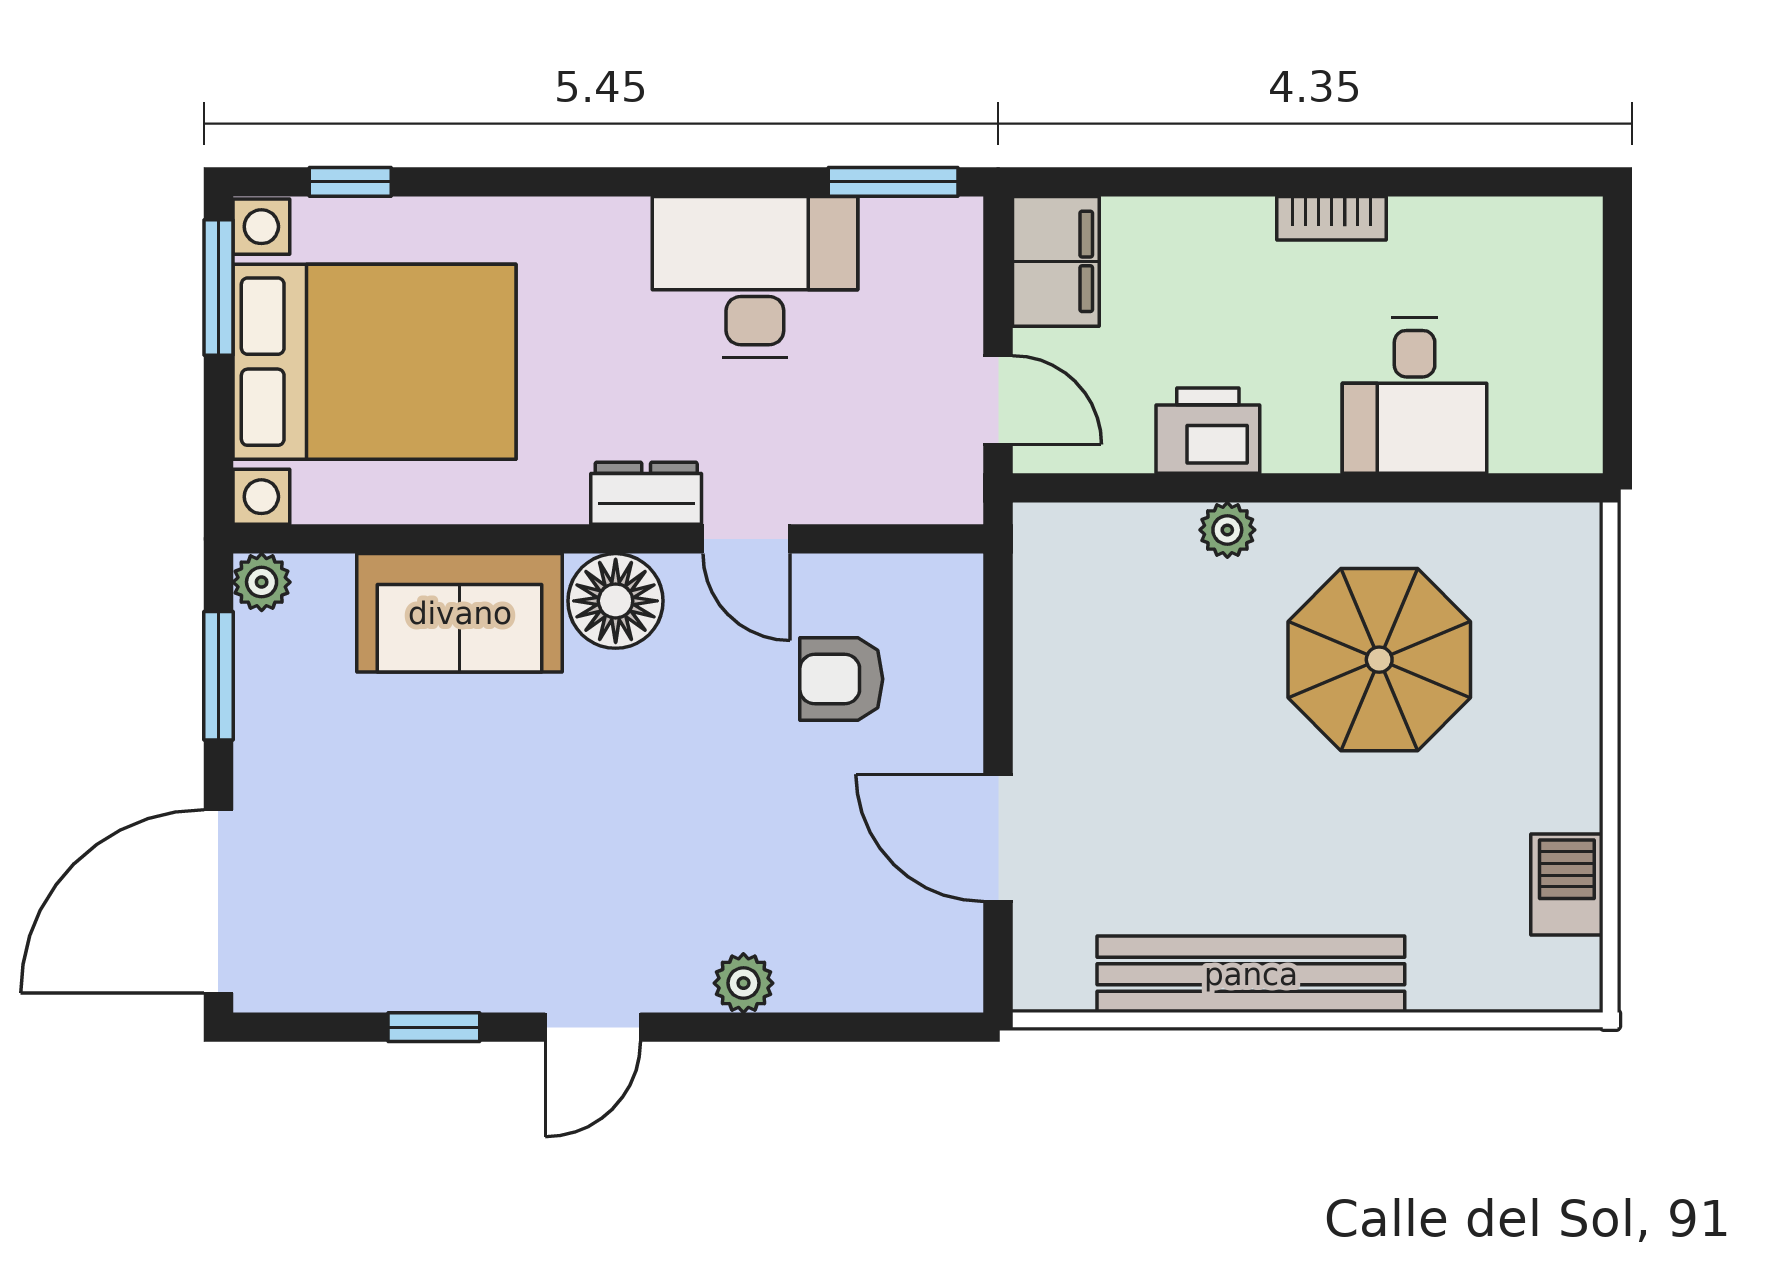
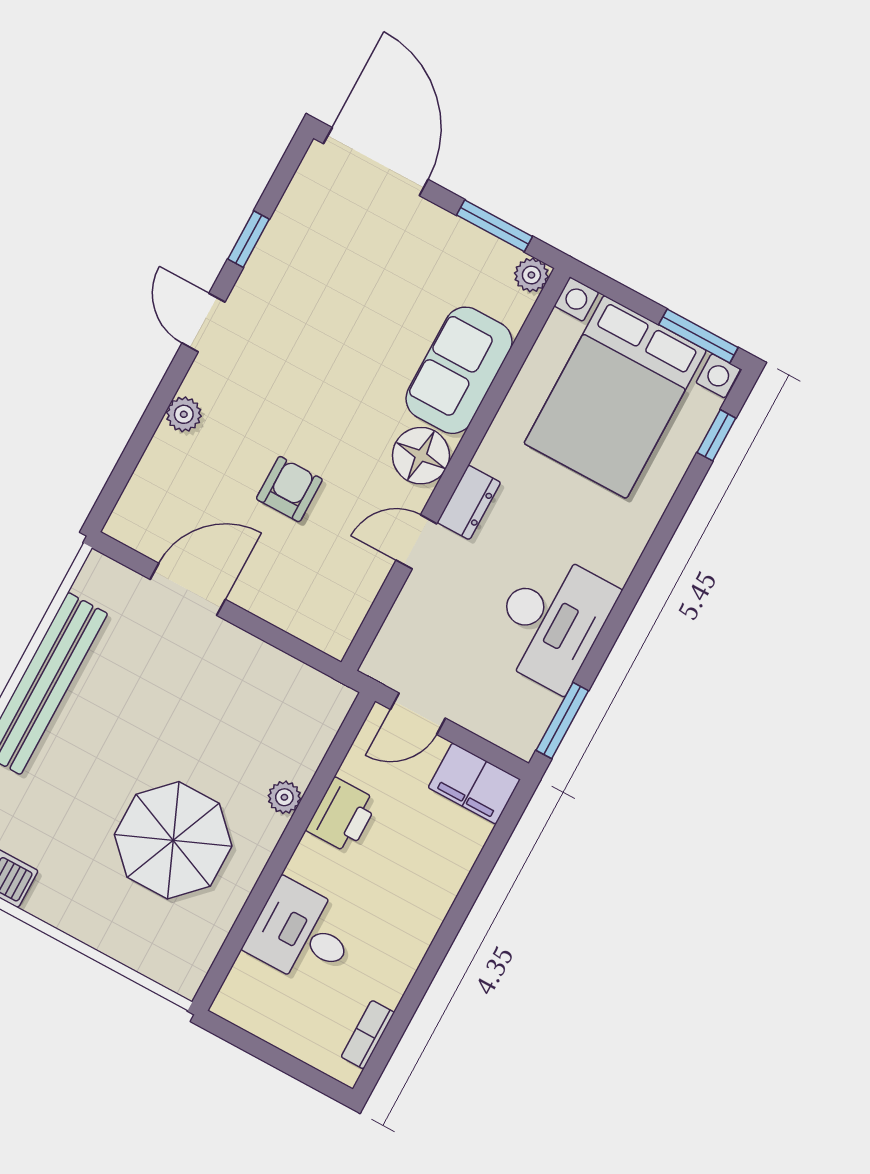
bookcase: (1332, 218) -> (368, 1035), moved
armchair: (841, 679) -> (289, 489), moved

